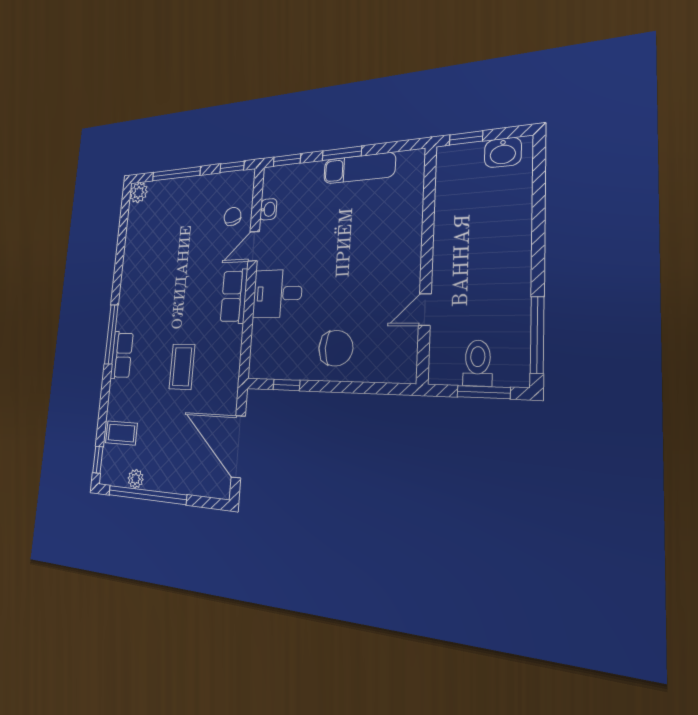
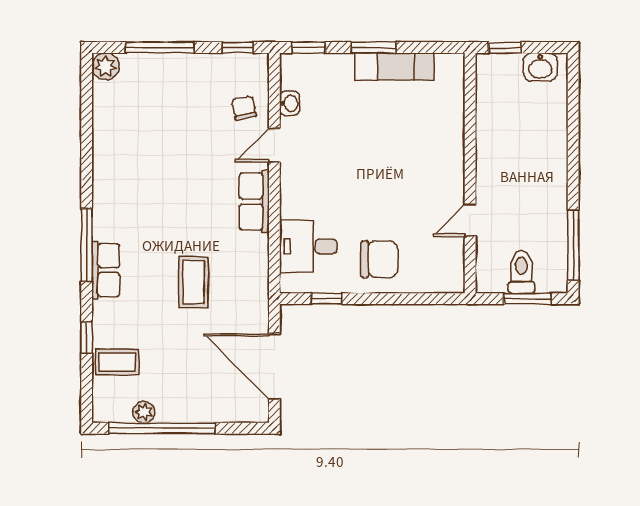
desk: (277, 293) -> (308, 246), moved
window: (98, 460) -> (87, 337), moved

